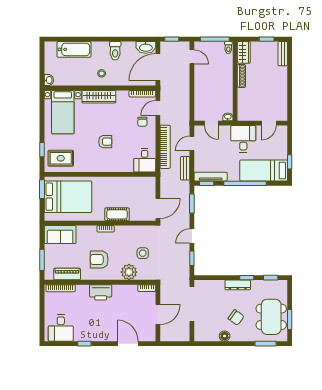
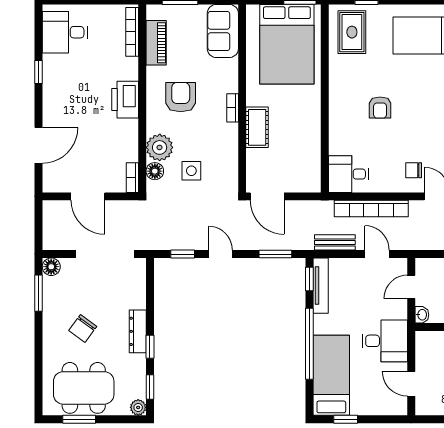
floor lamp: (143, 275) -> (155, 171), added
plant: (283, 285) -> (138, 407), added
floor lamp: (225, 336) -> (51, 267), moved
window: (265, 344) -> (38, 293), moved

